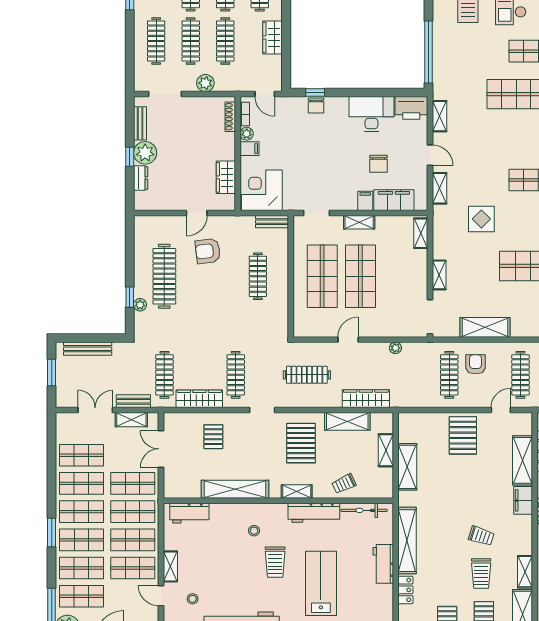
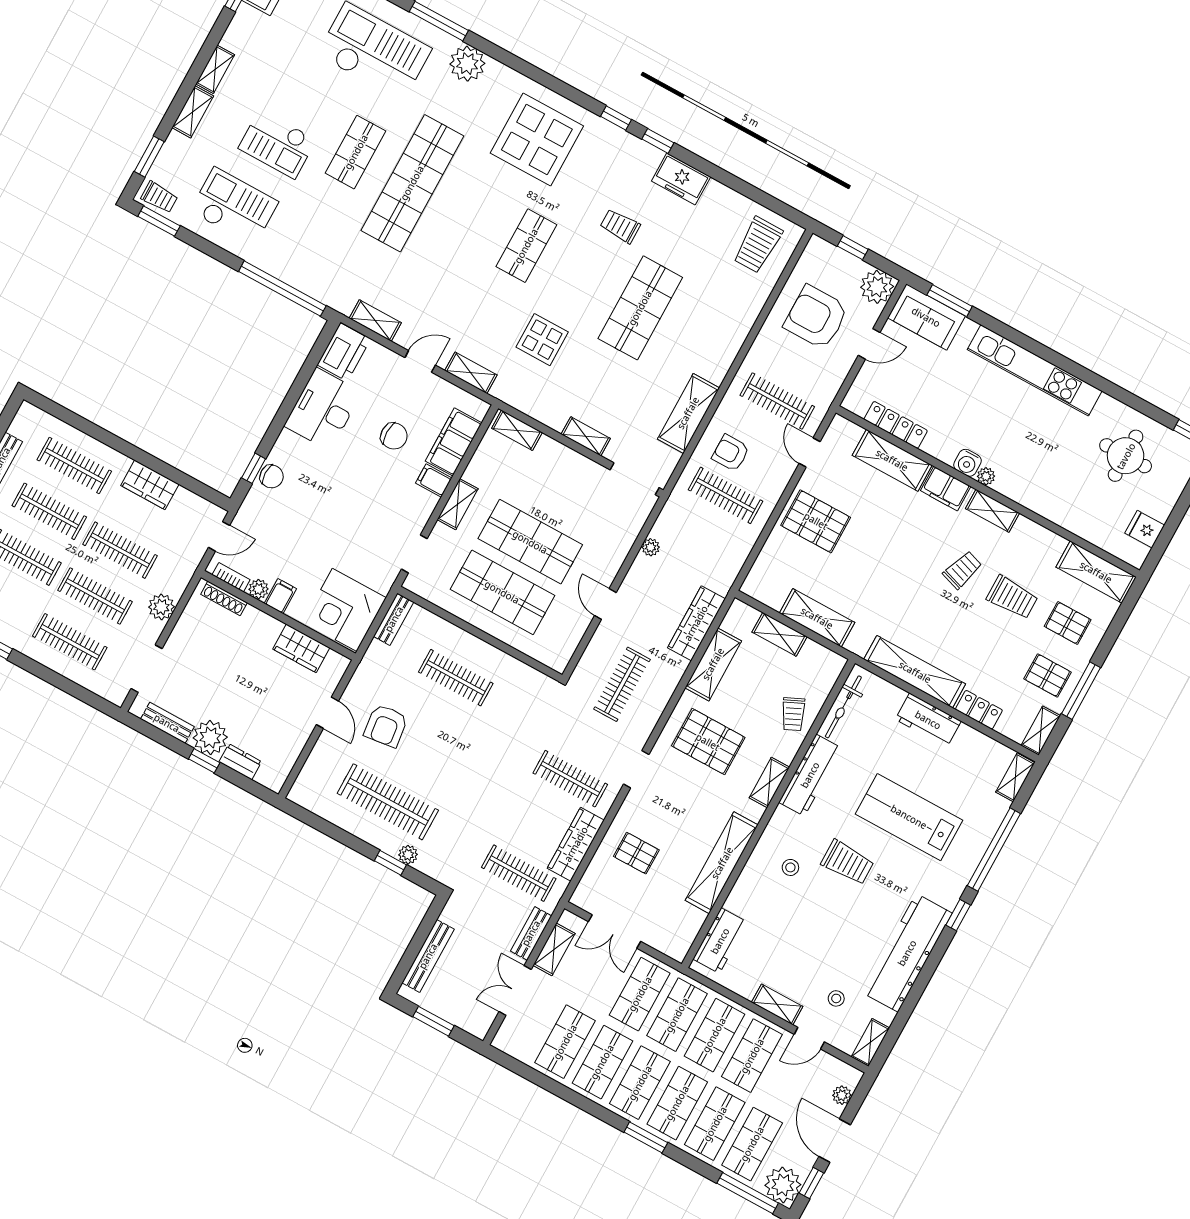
shelving: (525, 572) -> (992, 511), moved

